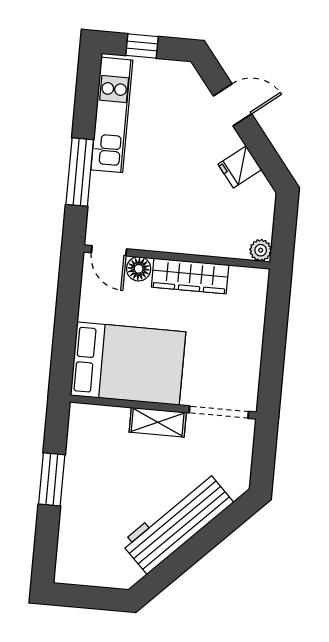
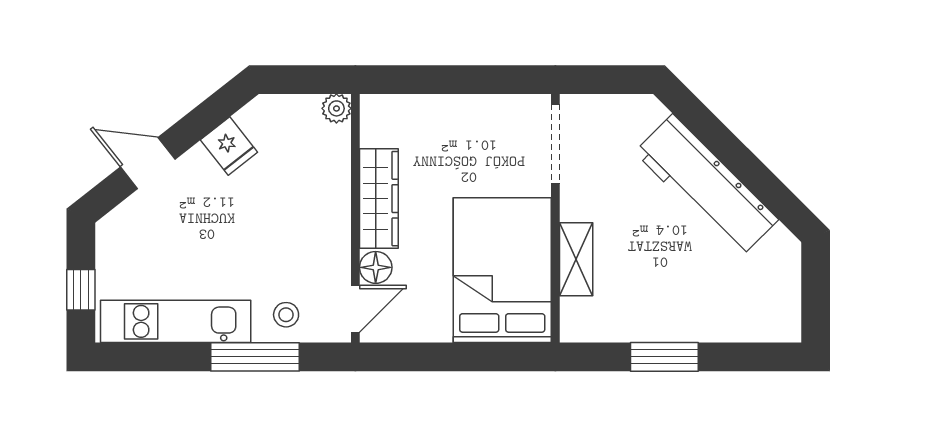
door: (232, 105) -> (148, 163), hinge flipped
stool: (109, 198) -> (286, 315), added
shelving: (158, 422) -> (576, 259), moved

